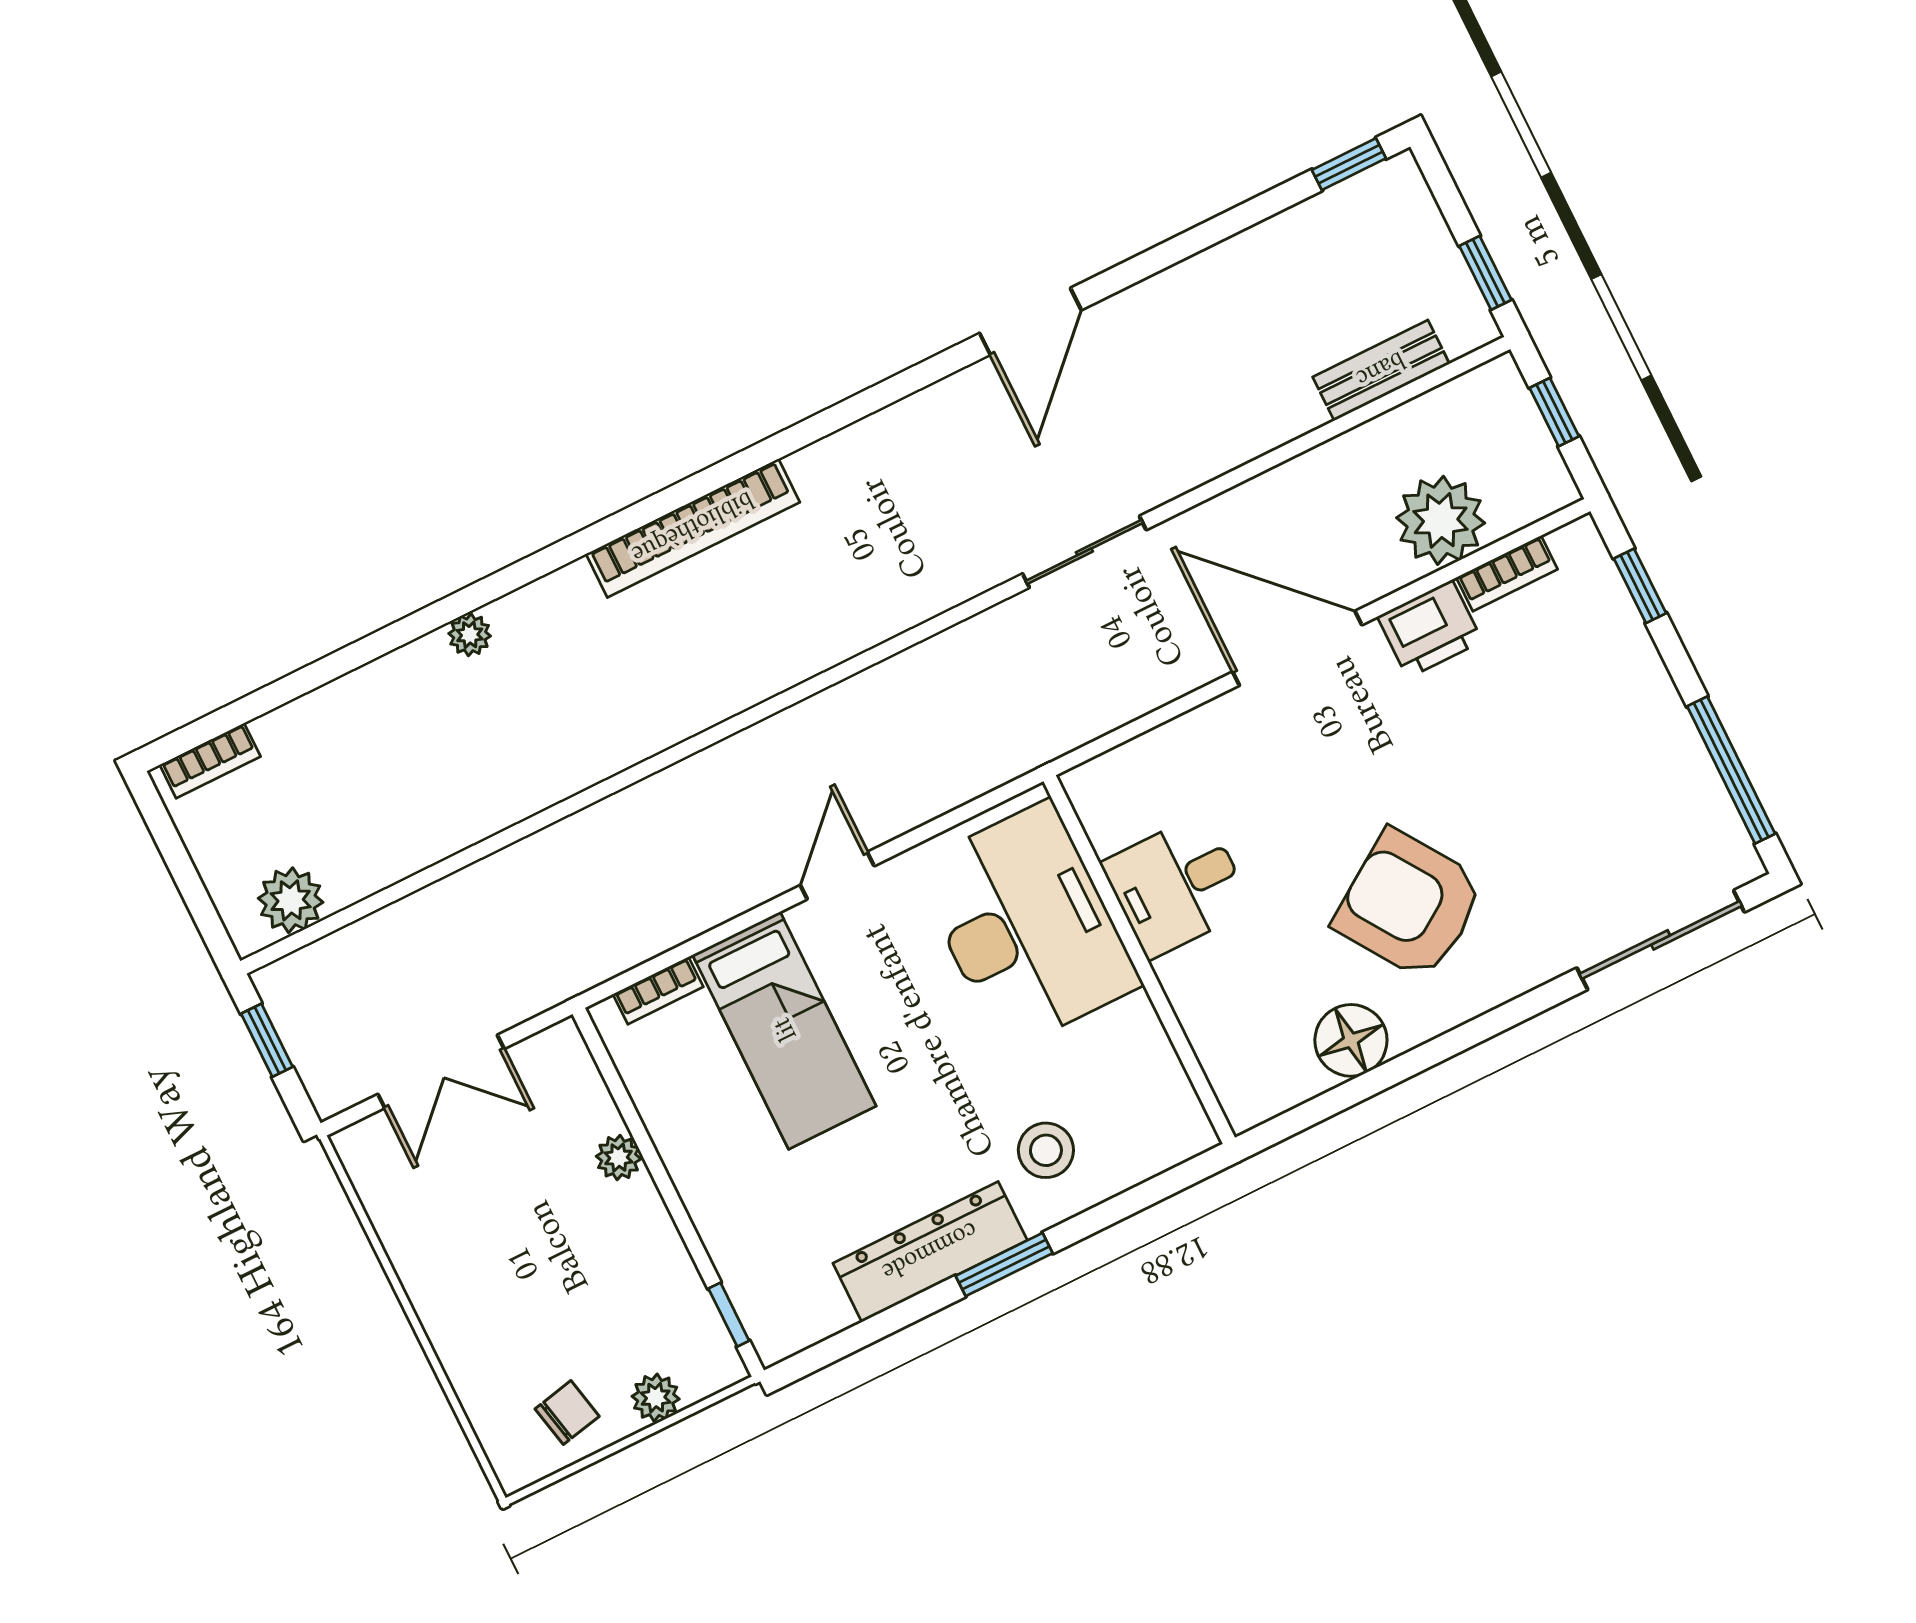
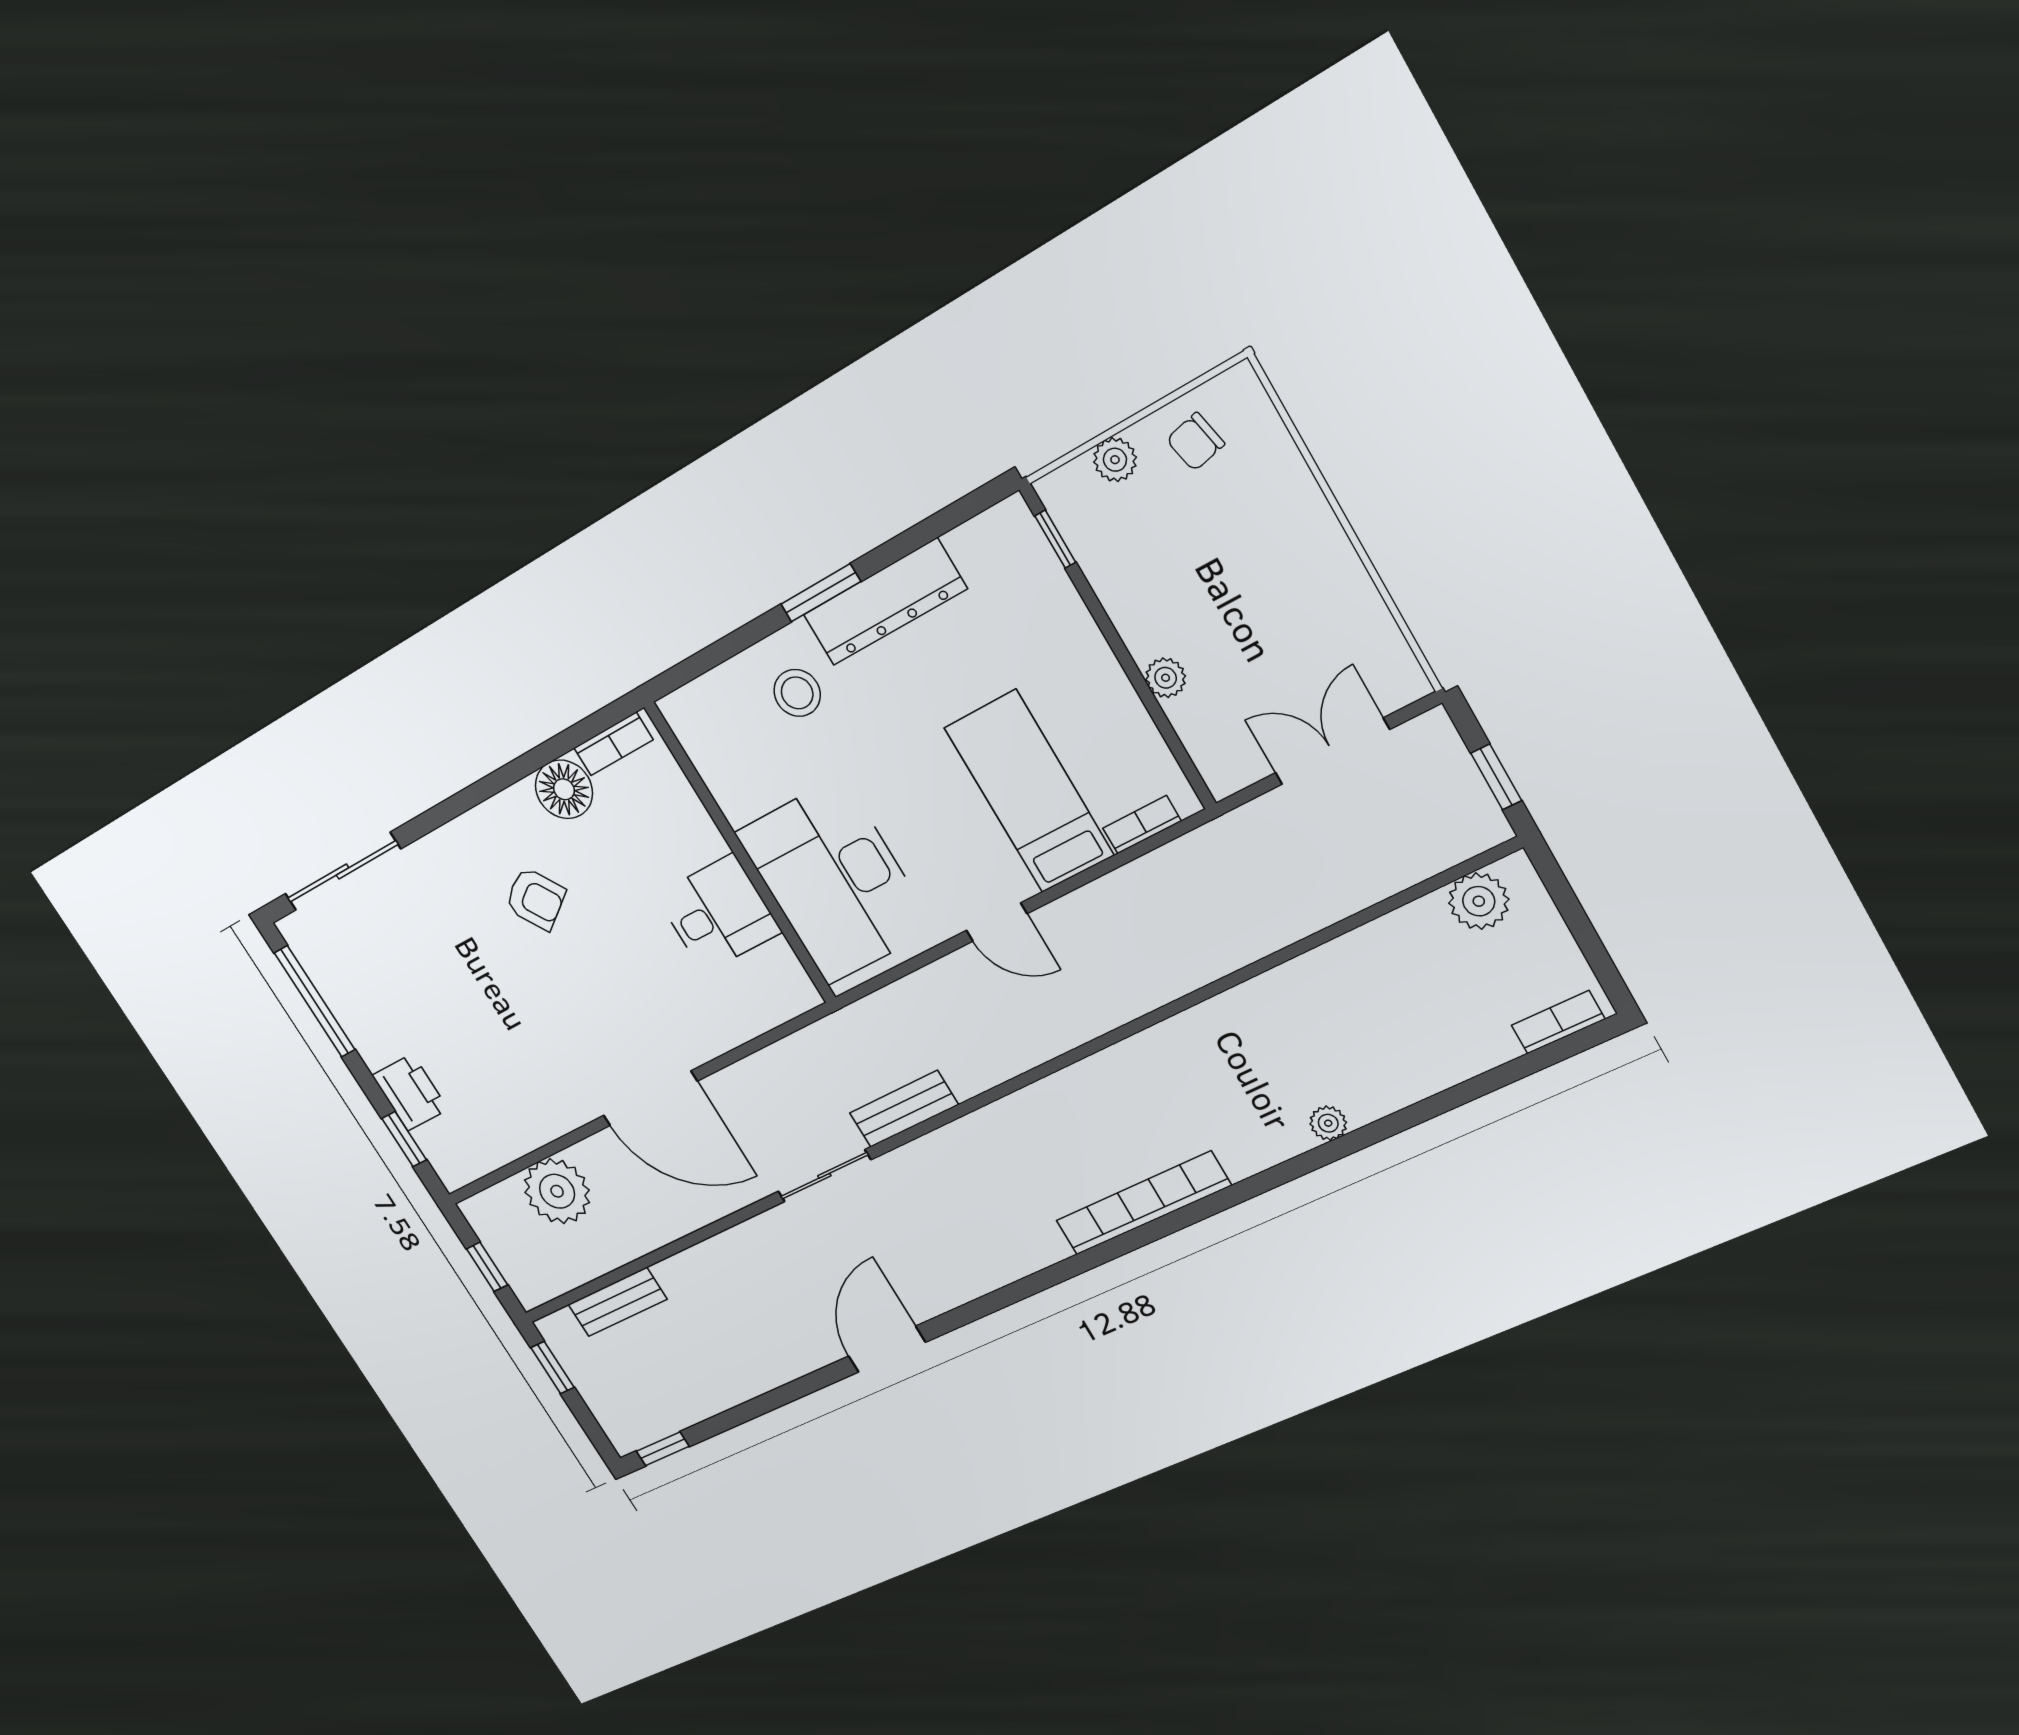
bookcase: (1507, 573) -> (613, 744), moved, turned 180
printer: (1430, 629) -> (410, 1092), moved, turned 90
bench: (974, 641) -> (904, 1109), added
door: (837, 876) -> (997, 922), hinge flipped
armchair: (1409, 905) -> (535, 899), width x0.53, depth x0.53

